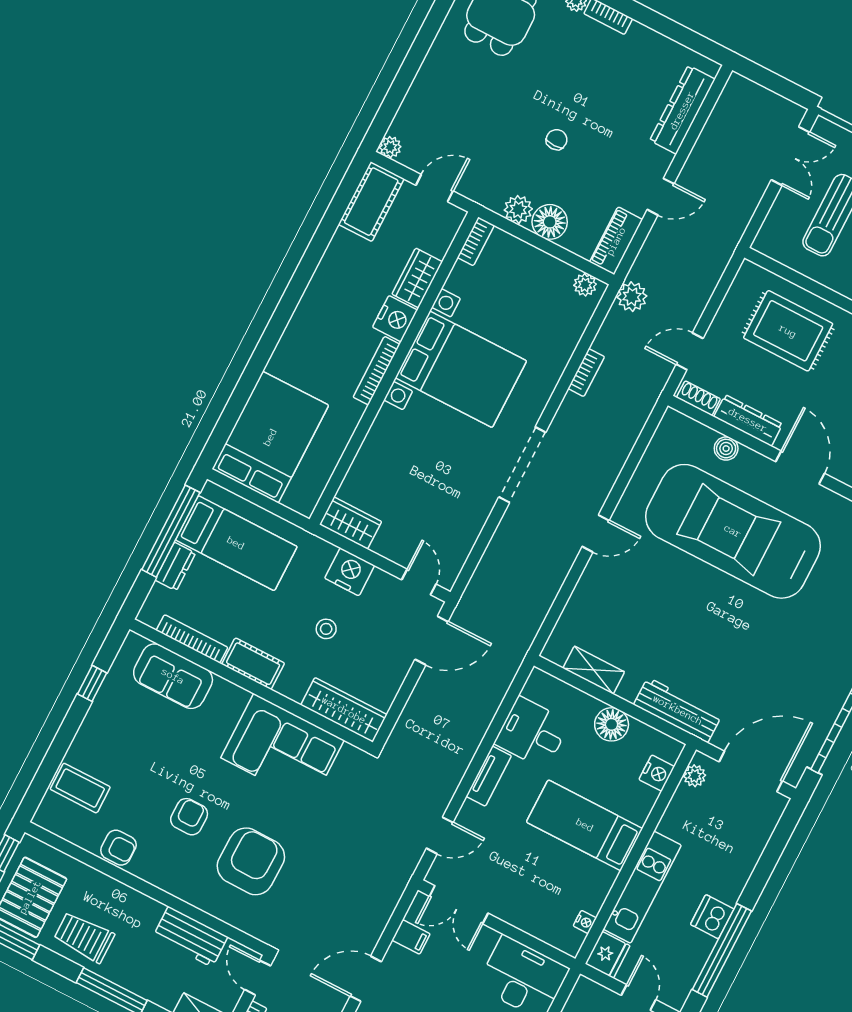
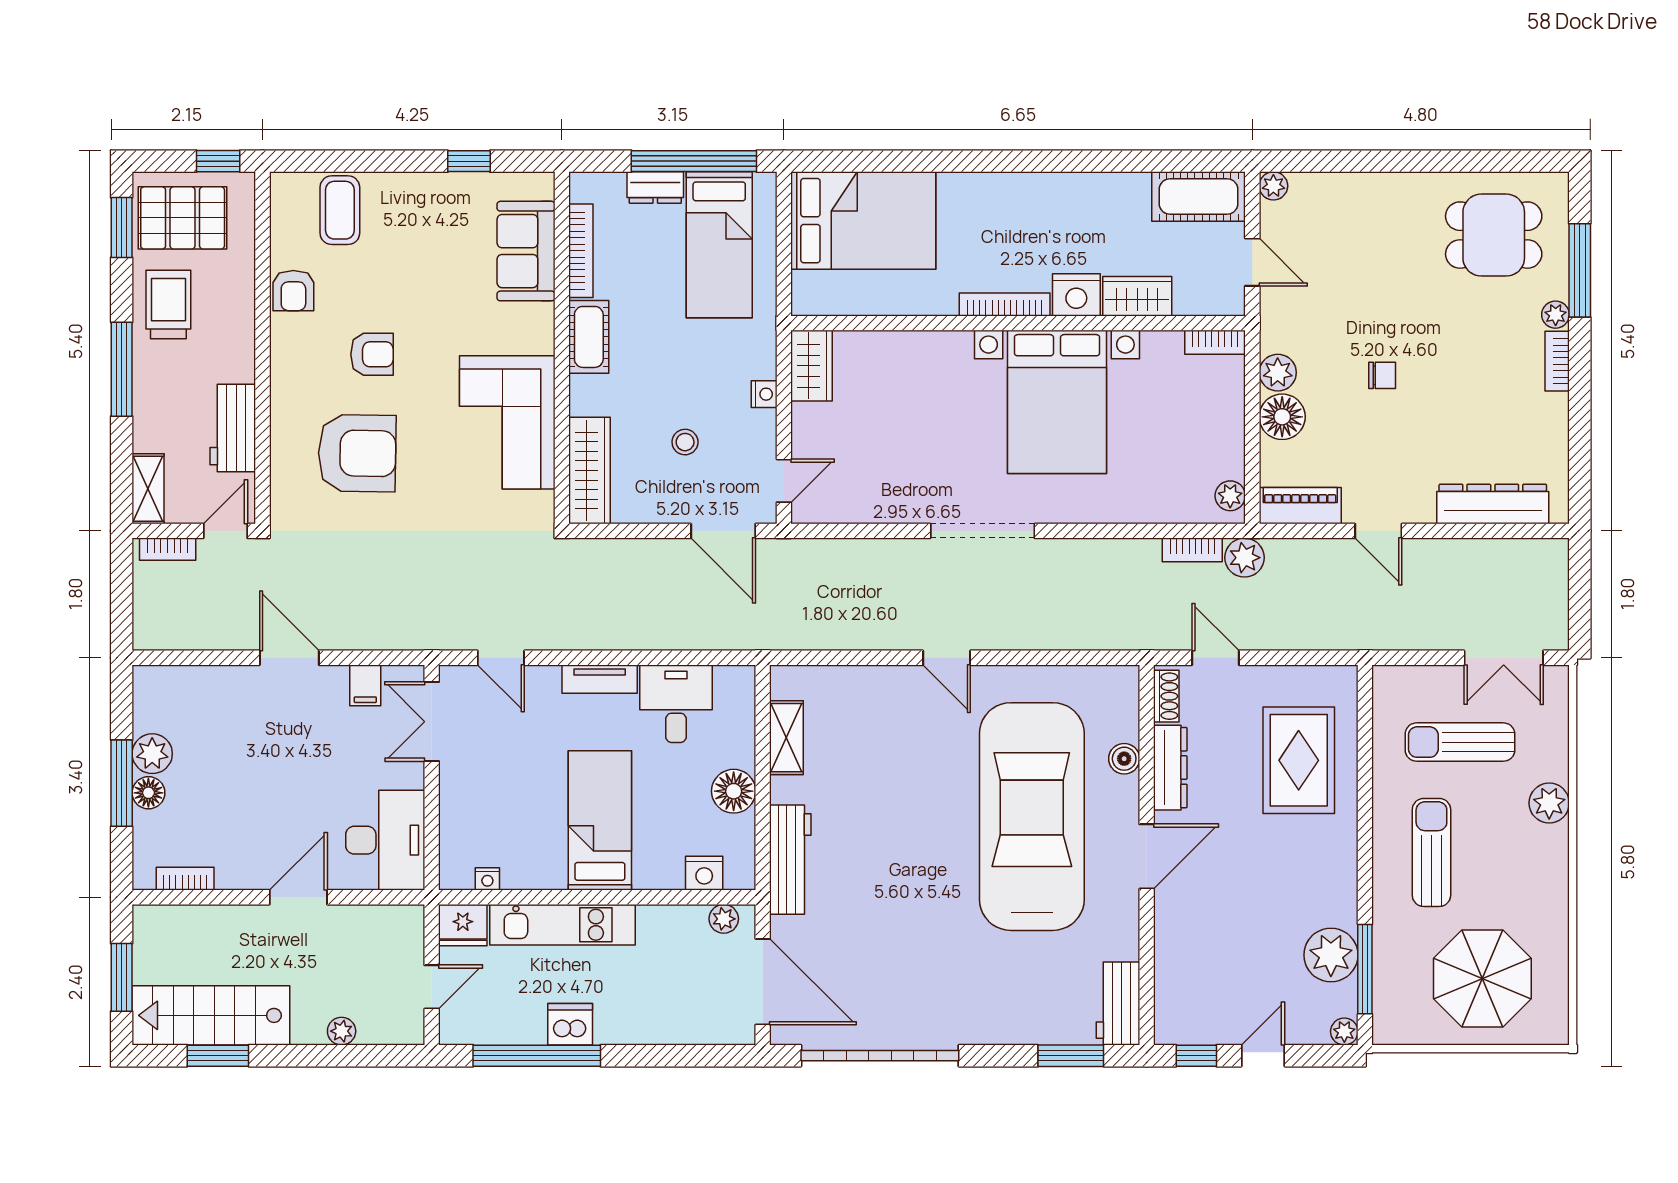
bookcase: (586, 373) -> (1192, 550), moved
nightstand: (350, 572) -> (764, 394), width x0.53, depth x0.56
stool: (326, 629) -> (685, 442), moved

